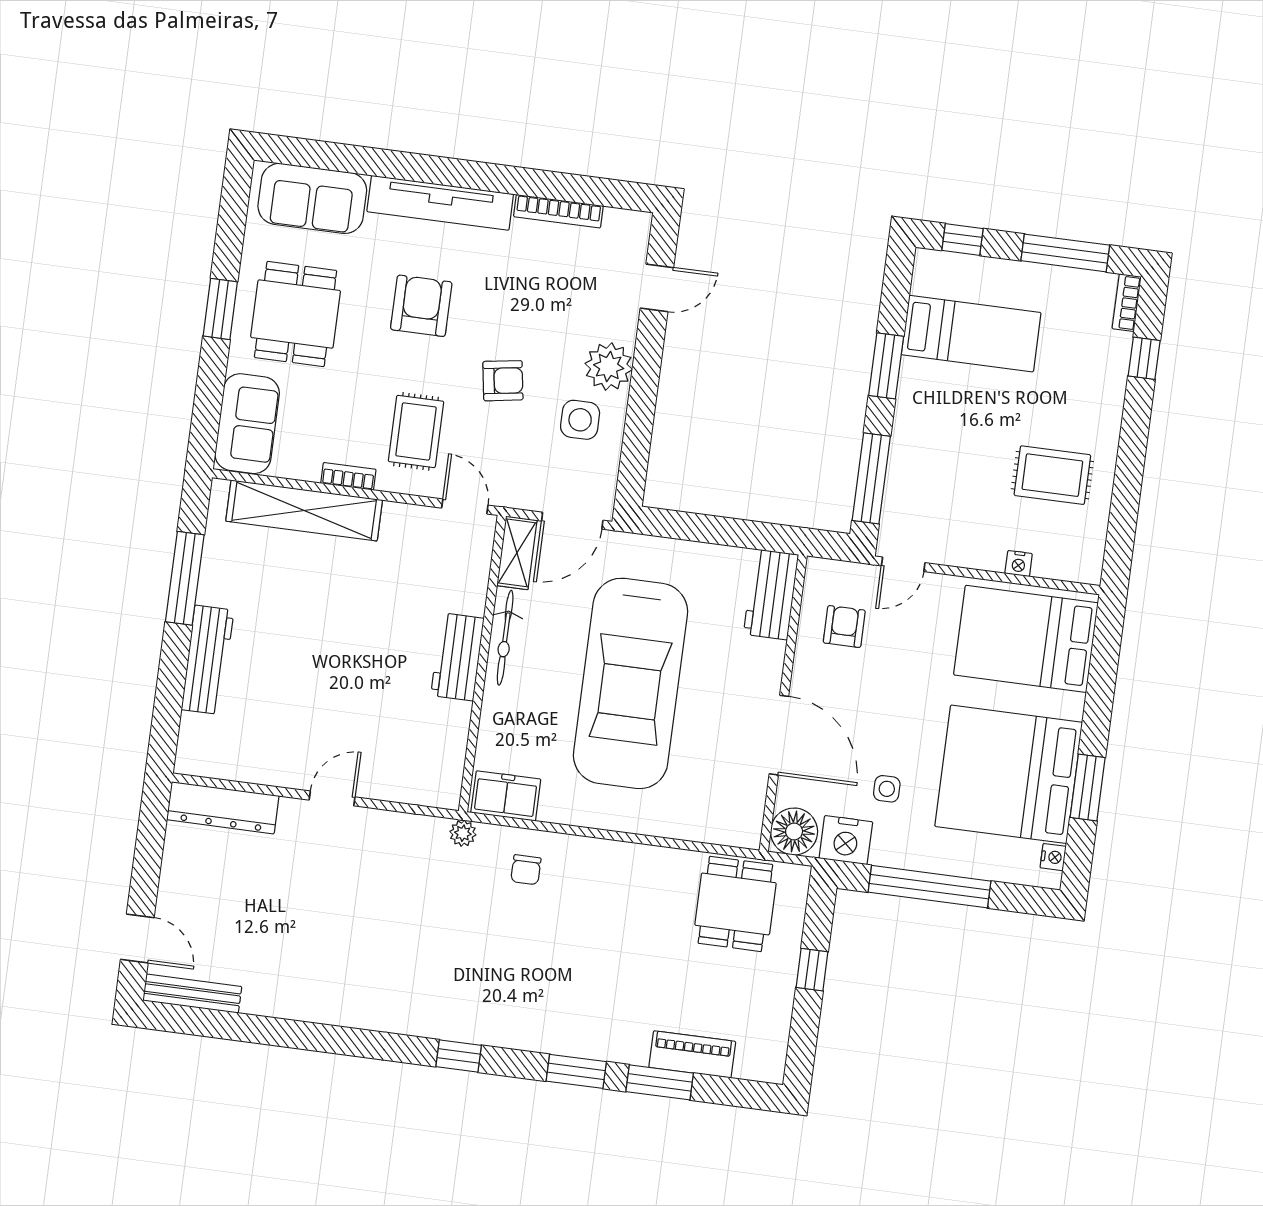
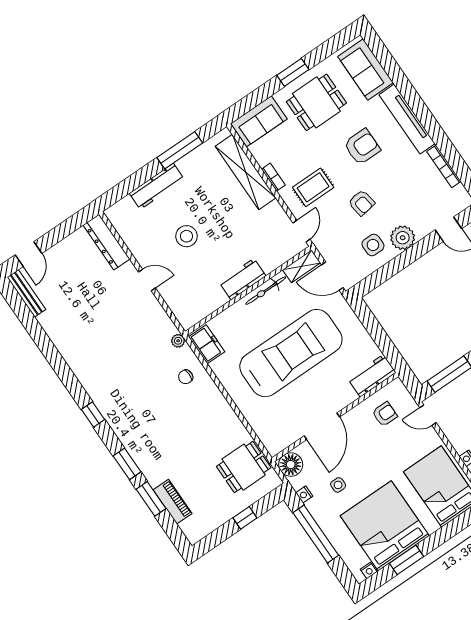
stool: (320, 682) -> (186, 236), added
car: (630, 683) -> (291, 353), turned 180
nightstand: (846, 840) -> (304, 494), width x0.53, depth x0.56

